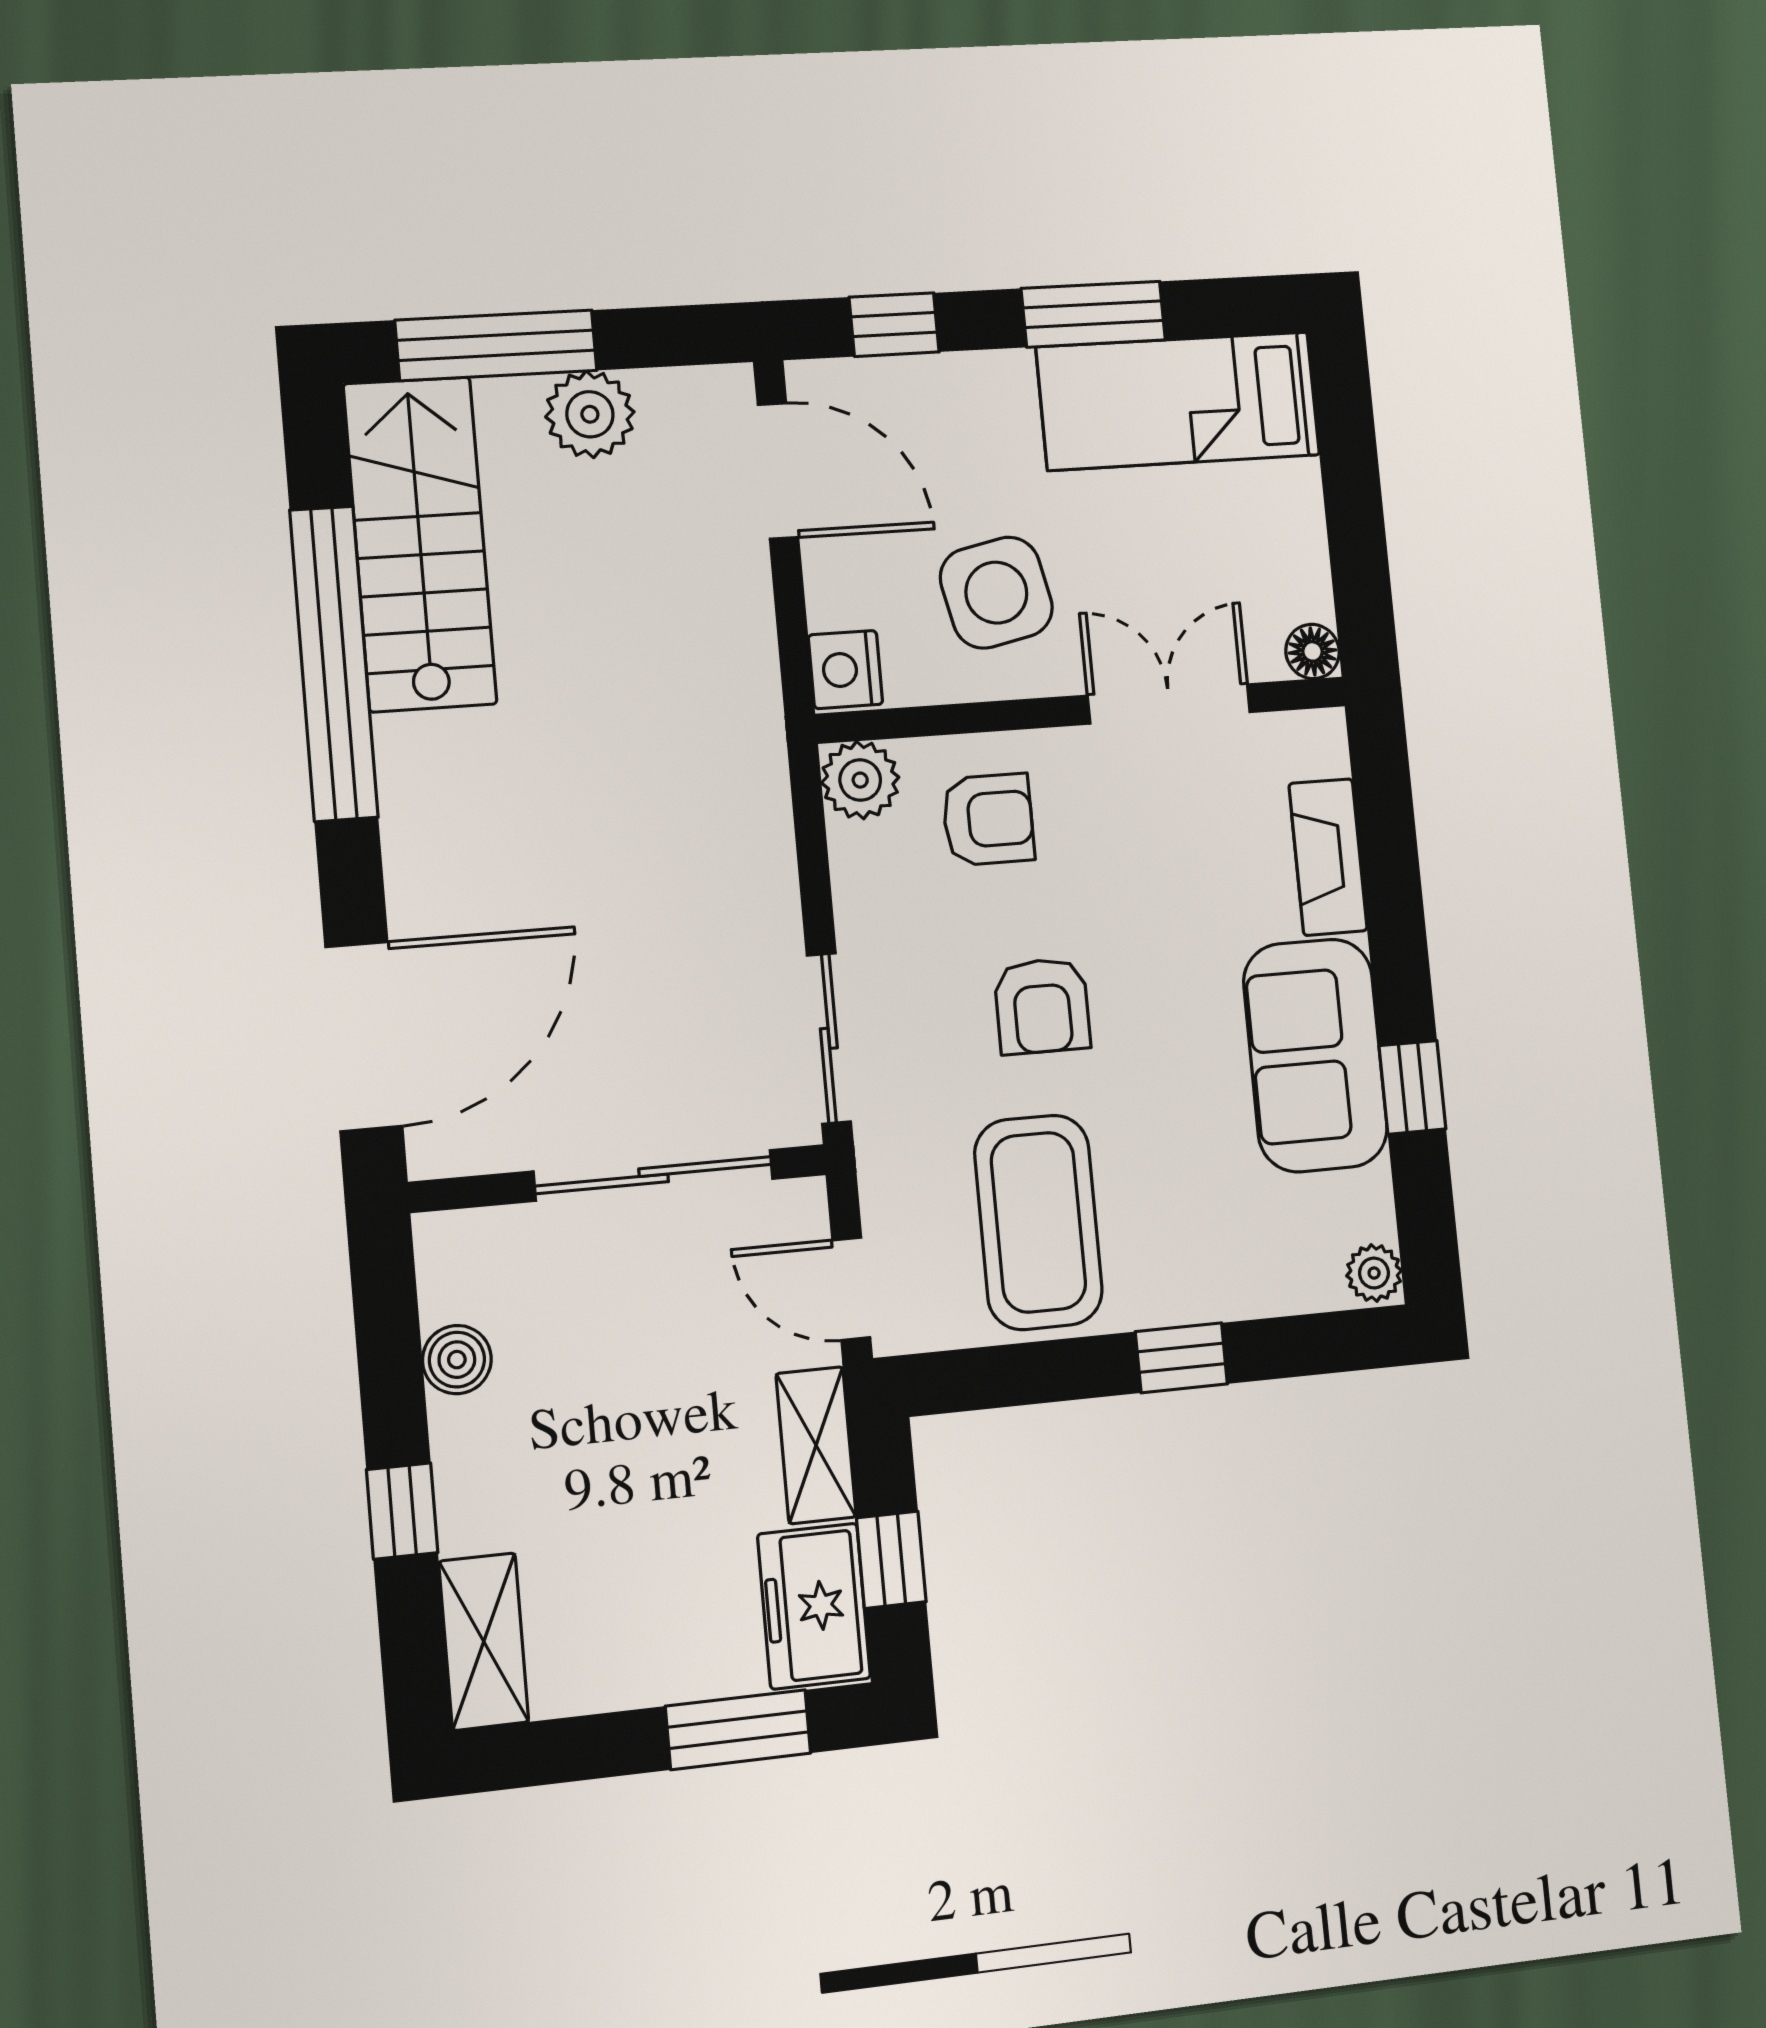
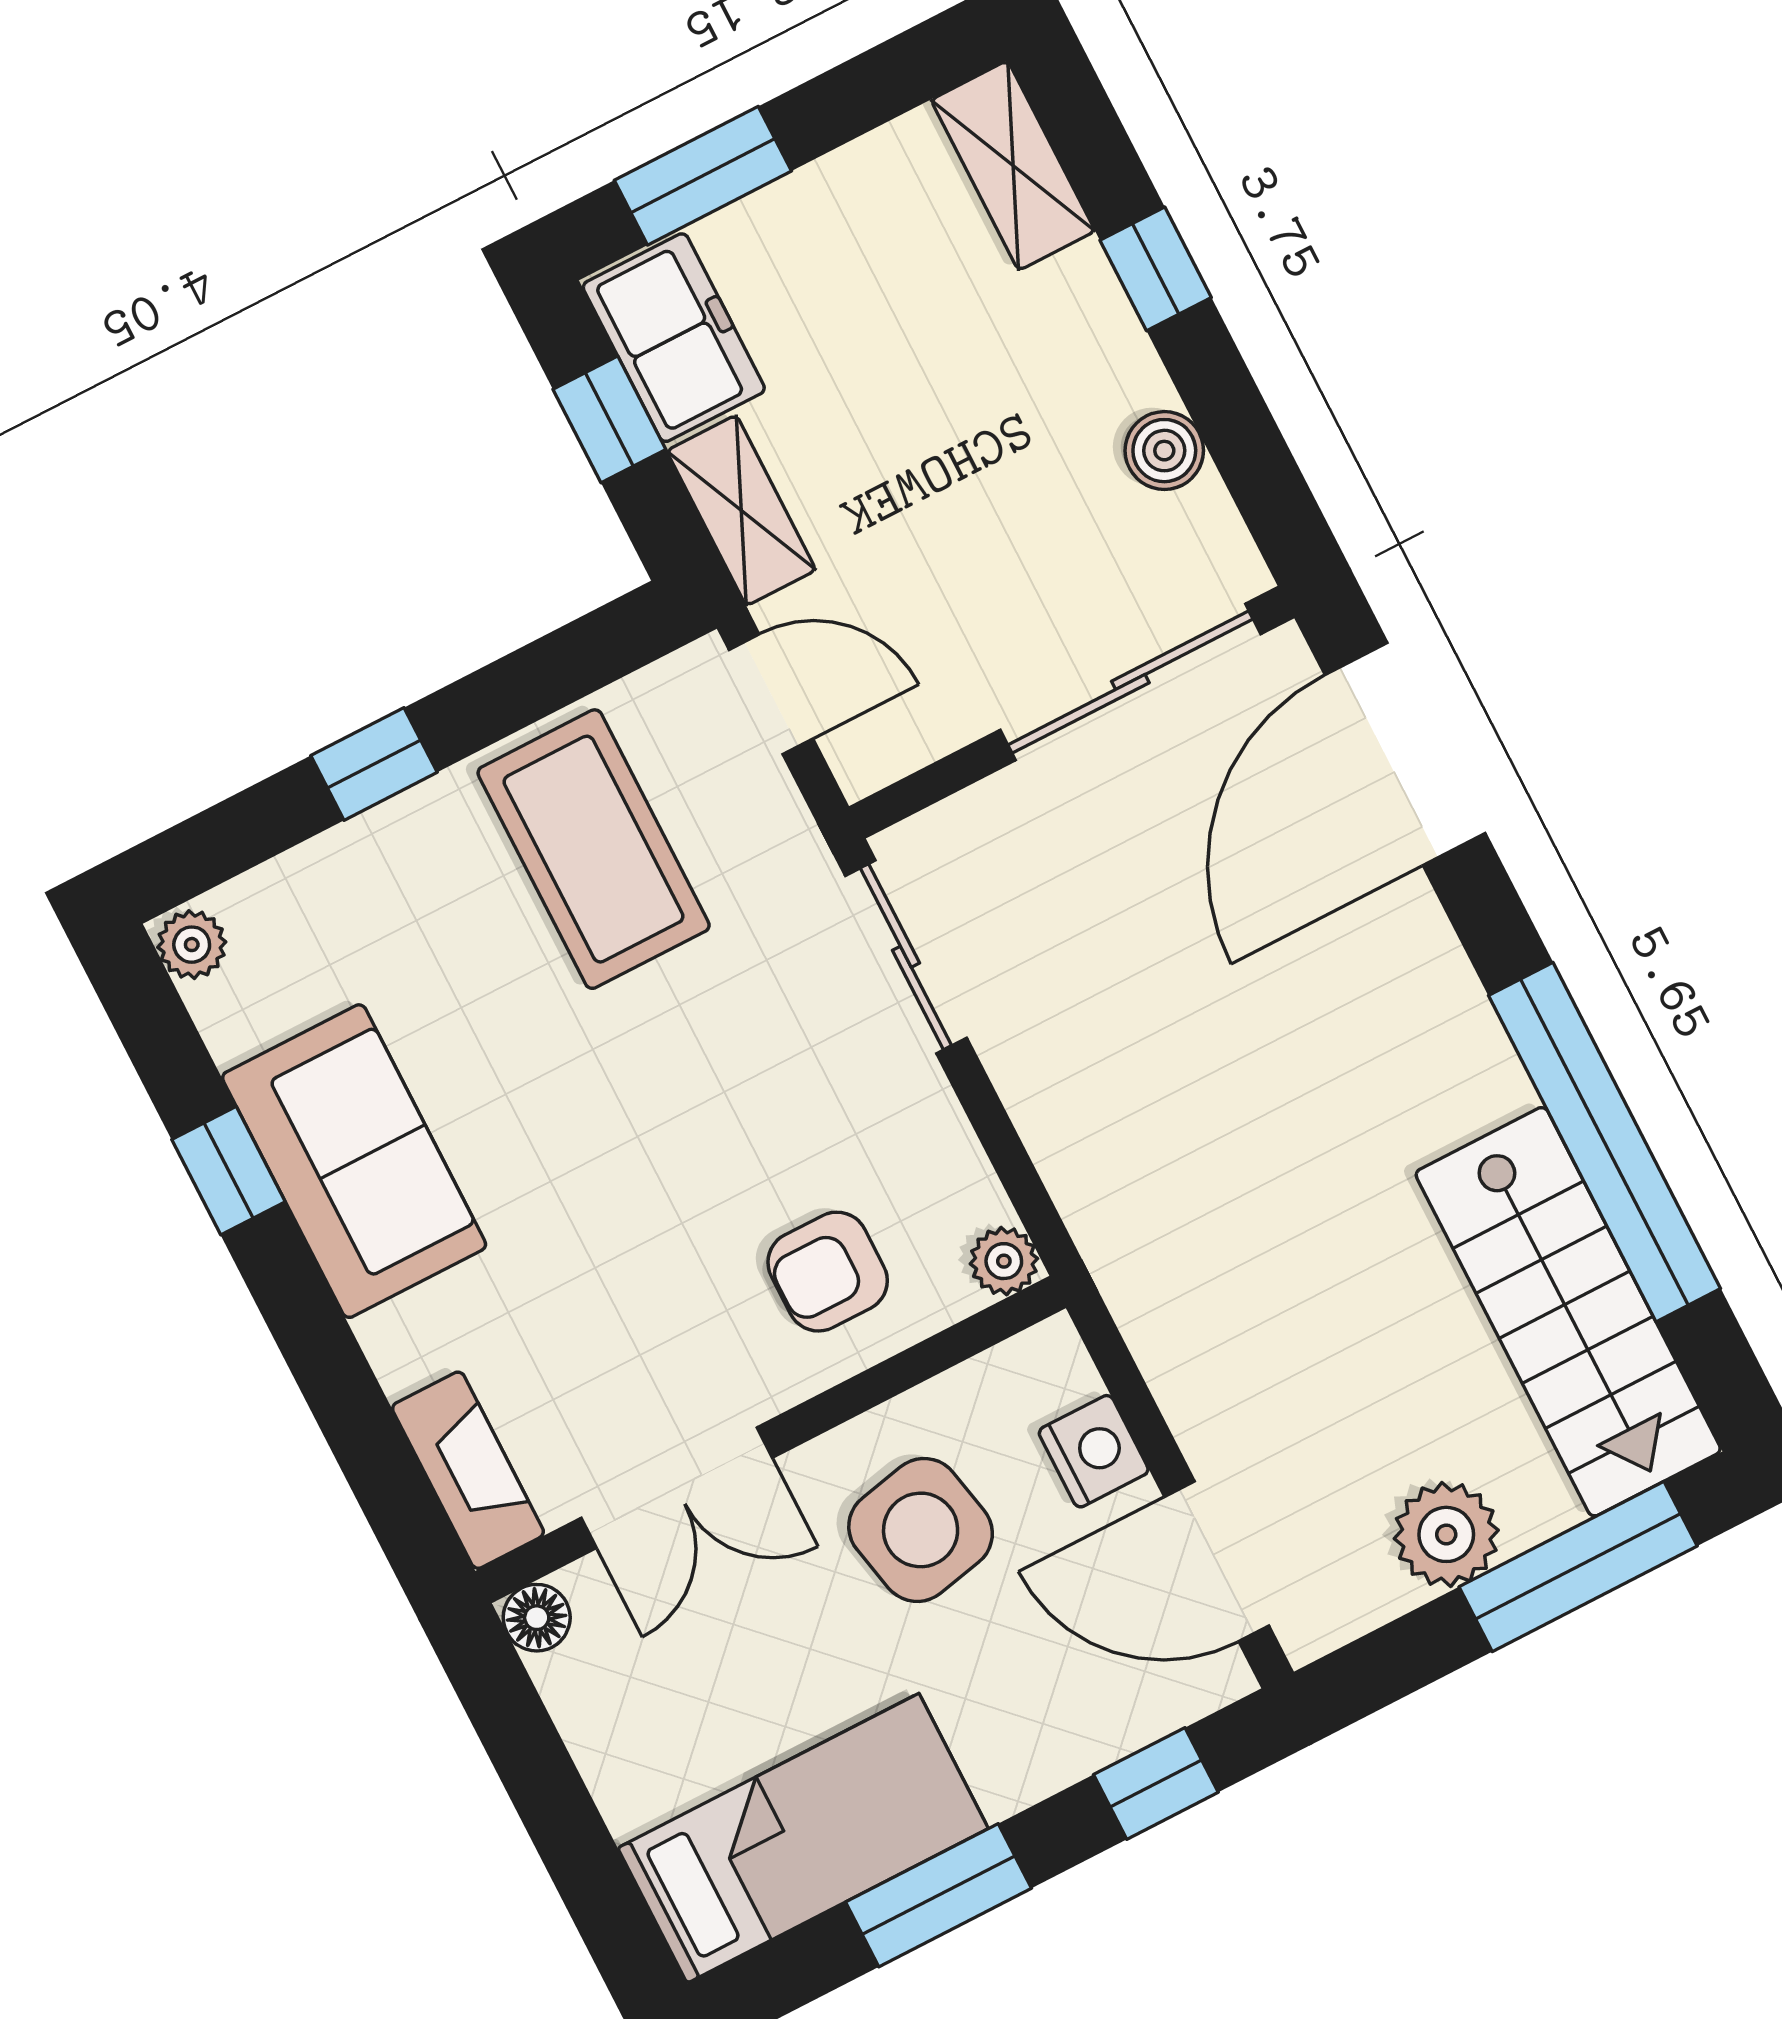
nightstand: (845, 670) -> (1094, 1451), moved
plant: (860, 780) -> (1004, 1261), width x0.73, depth x0.73
fireplace: (1328, 857) -> (468, 1470), moved
armchair: (1042, 1006) -> (685, 1089), removed
sliding door: (654, 1175) -> (1130, 682), moved

